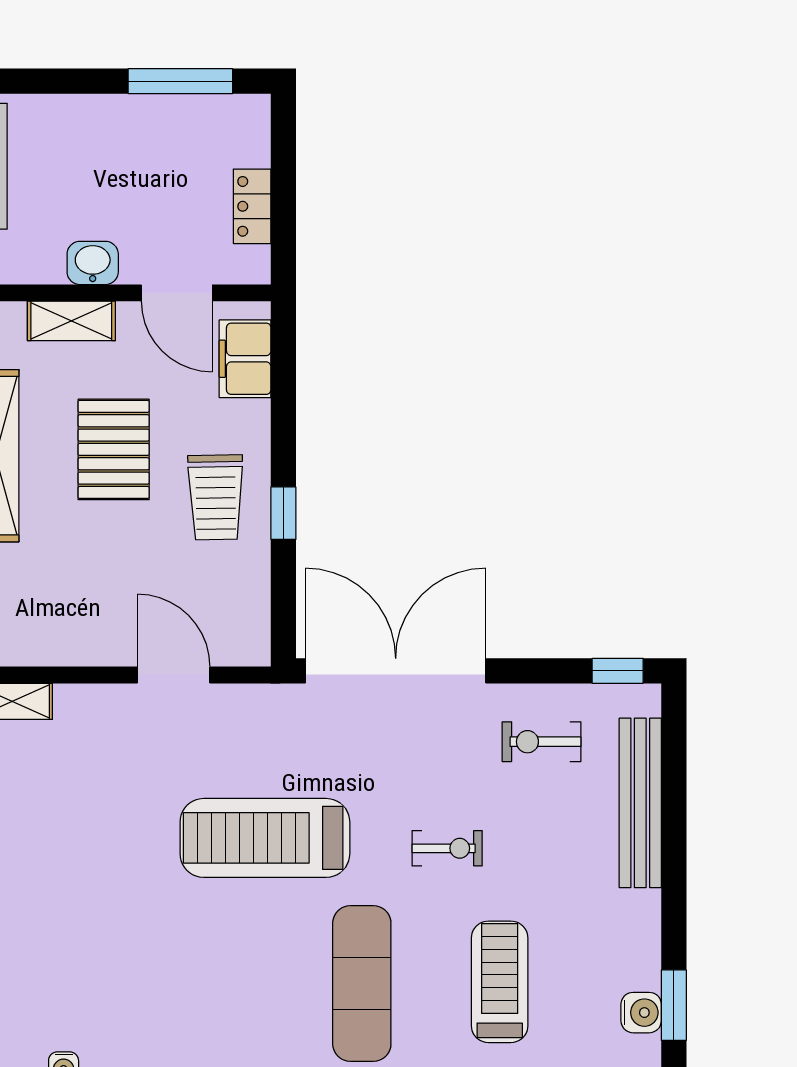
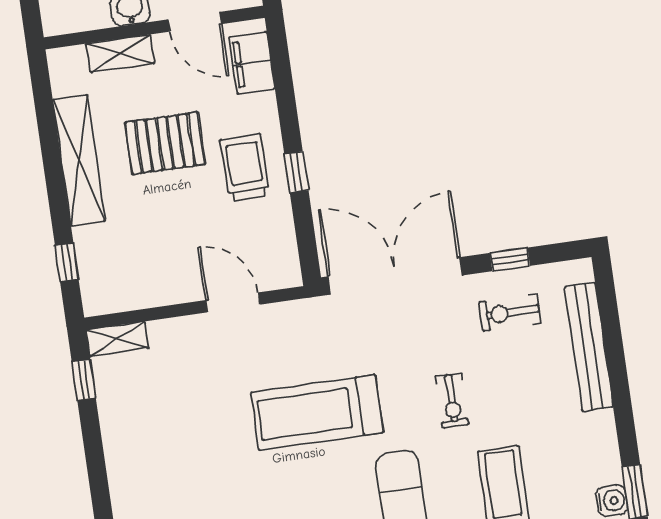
pallet: (114, 449) -> (165, 143), turned 90
trolley: (216, 497) -> (245, 168), turned 180
window: (618, 671) -> (510, 259), moved
exercise bike: (447, 848) -> (452, 401), turned 90

